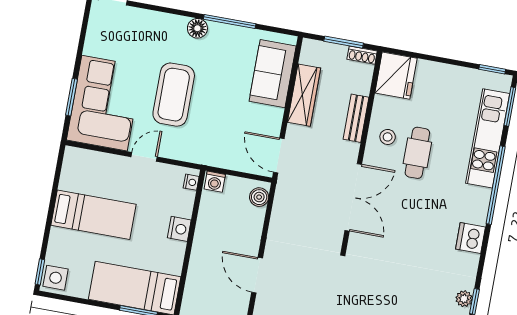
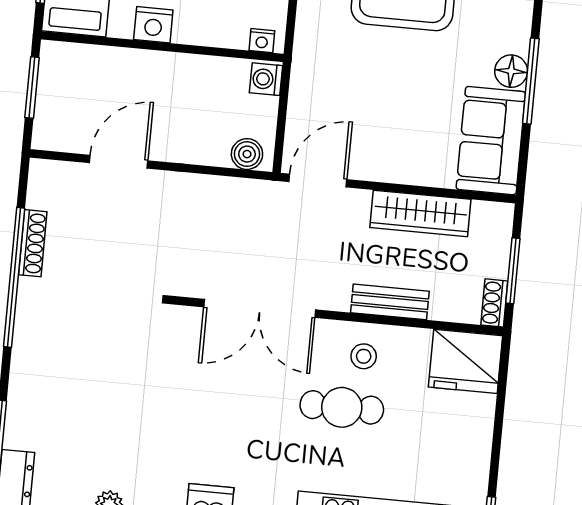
floor lamp: (197, 28) -> (511, 71), moved
sofa: (273, 74) -> (491, 141), moved, turned -90
nightstand: (179, 229) -> (153, 25), moved

